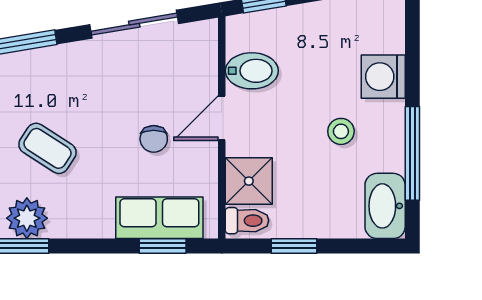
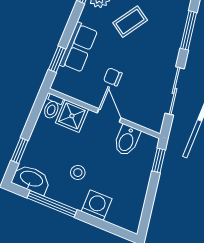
row of seats: (159, 218) -> (79, 47), moved
window: (294, 246) -> (20, 151), moved

